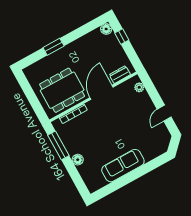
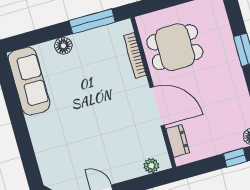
dining table: (62, 90) -> (175, 47), width x0.73
sofa: (123, 166) -> (29, 81), moved

